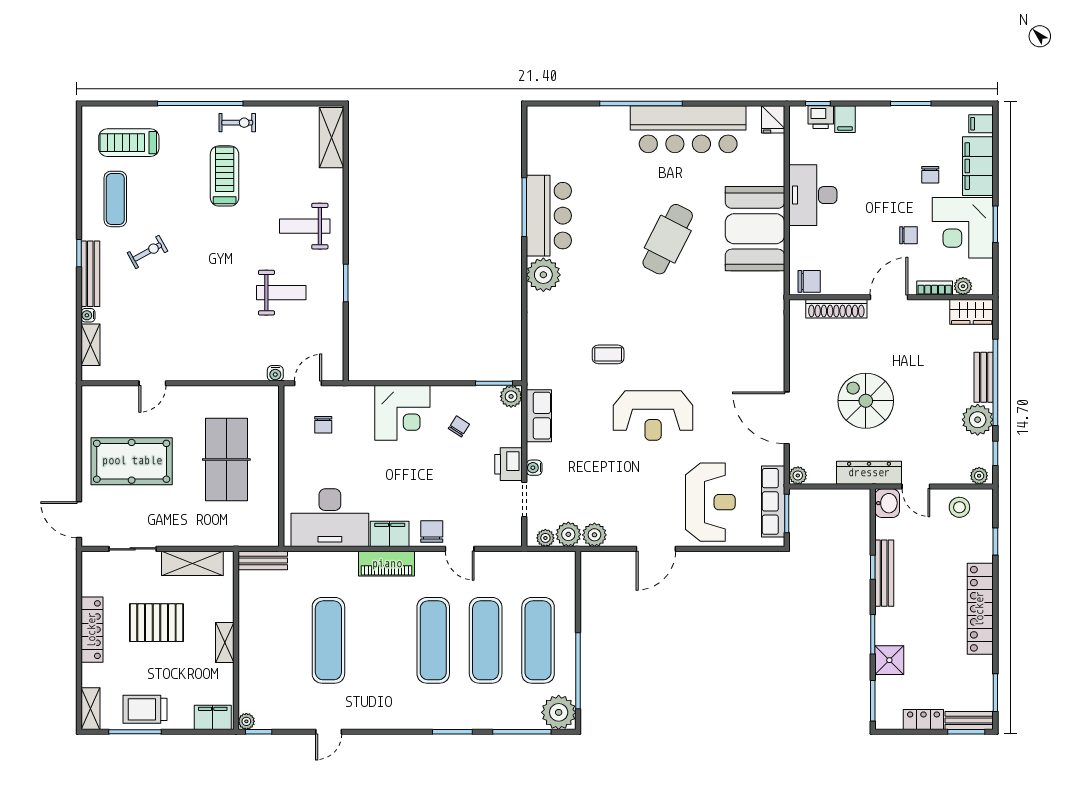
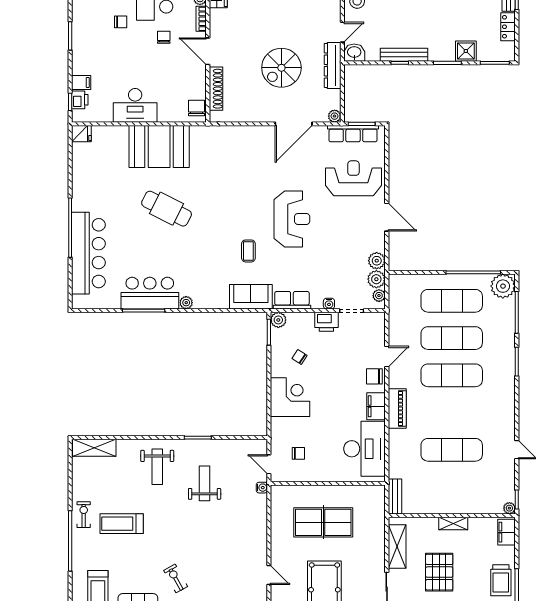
bar counter: (688, 129) -> (88, 253), moved
plant: (543, 275) -> (186, 303), width x0.53, depth x0.53
sofa: (544, 358) -> (251, 297), added

